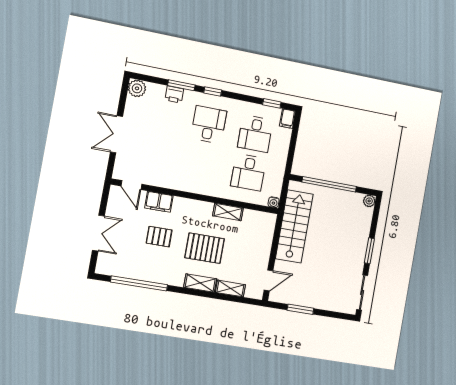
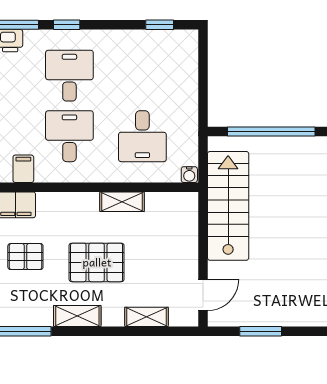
filing cabinet: (287, 119) -> (23, 169), moved, turned 180
desk: (255, 134) -> (69, 136), moved, turned 180
shelving: (200, 283) -> (77, 316), moved

